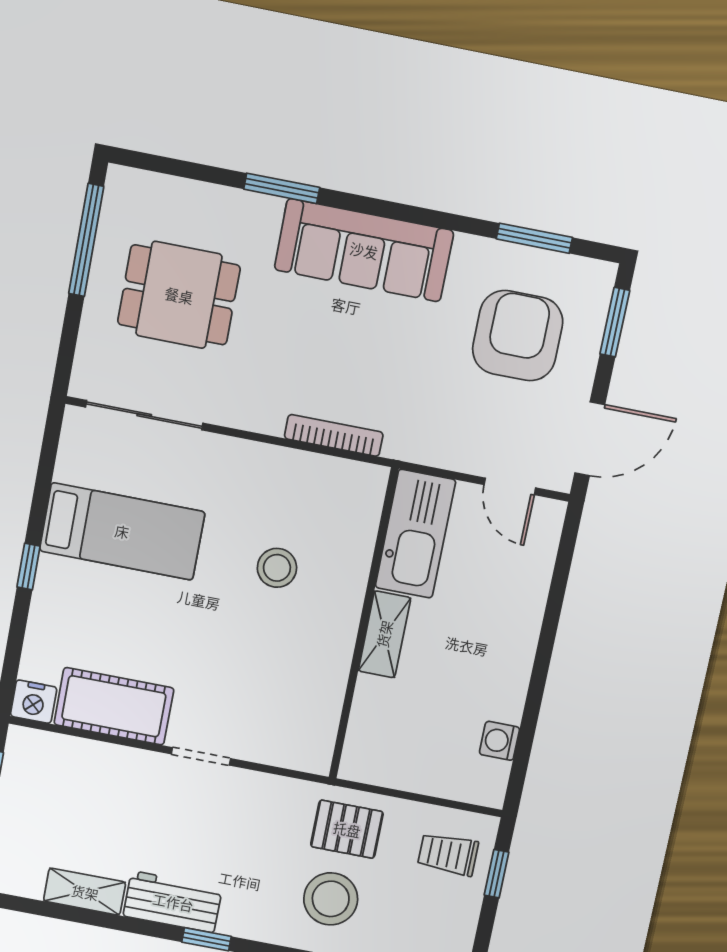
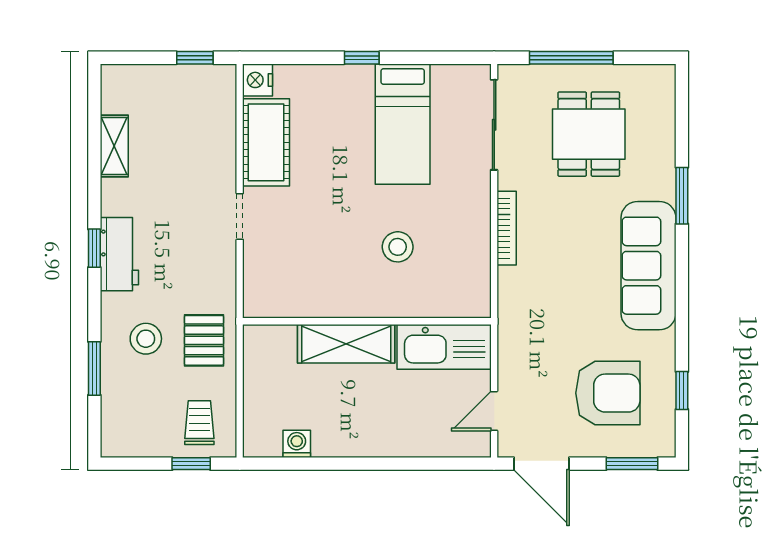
window: (534, 238) -> (682, 390), width x0.67
window: (86, 240) -> (571, 58), moved
bookcase: (334, 435) -> (507, 228), moved
shelving: (384, 634) -> (346, 344), width x1.50, depth x1.33
stool: (331, 899) -> (146, 339), width x0.73, depth x0.73
workbench: (173, 902) -> (119, 254), moved

